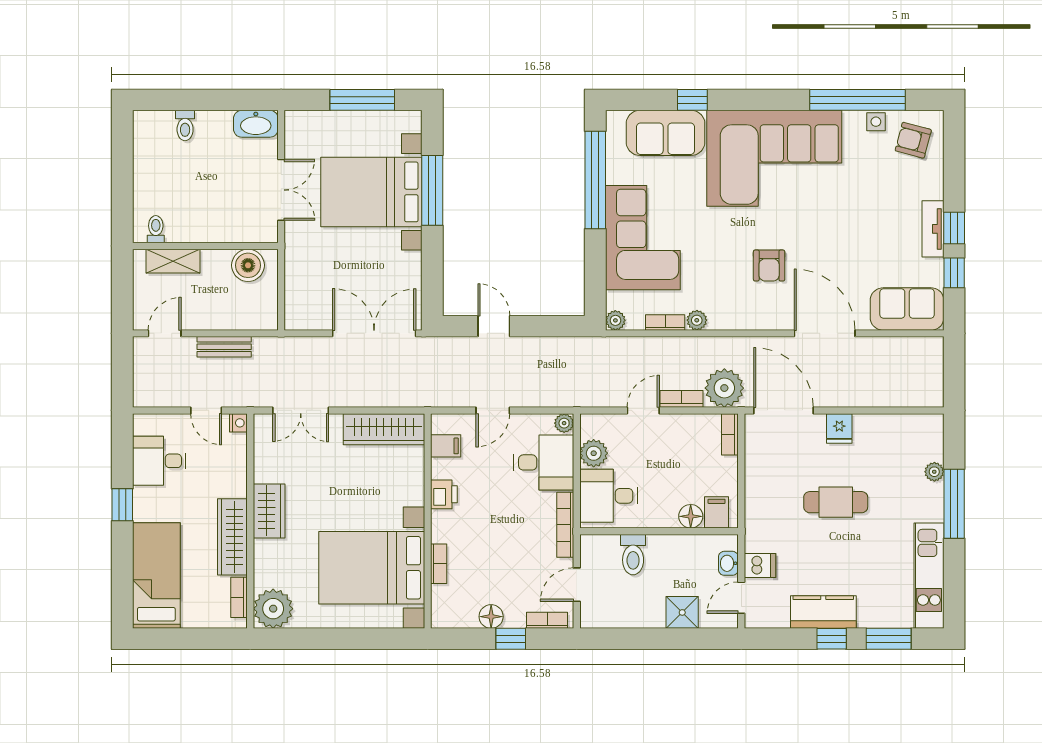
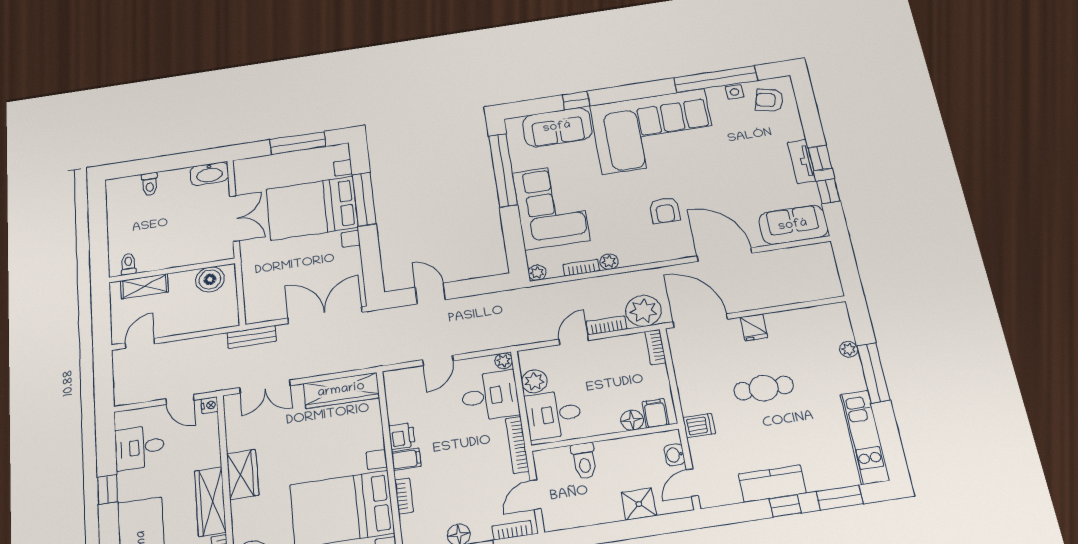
bench: (224, 347) -> (252, 337), moved
filing cabinet: (446, 446) -> (406, 459), moved
dishwasher: (760, 565) -> (699, 426), moved

